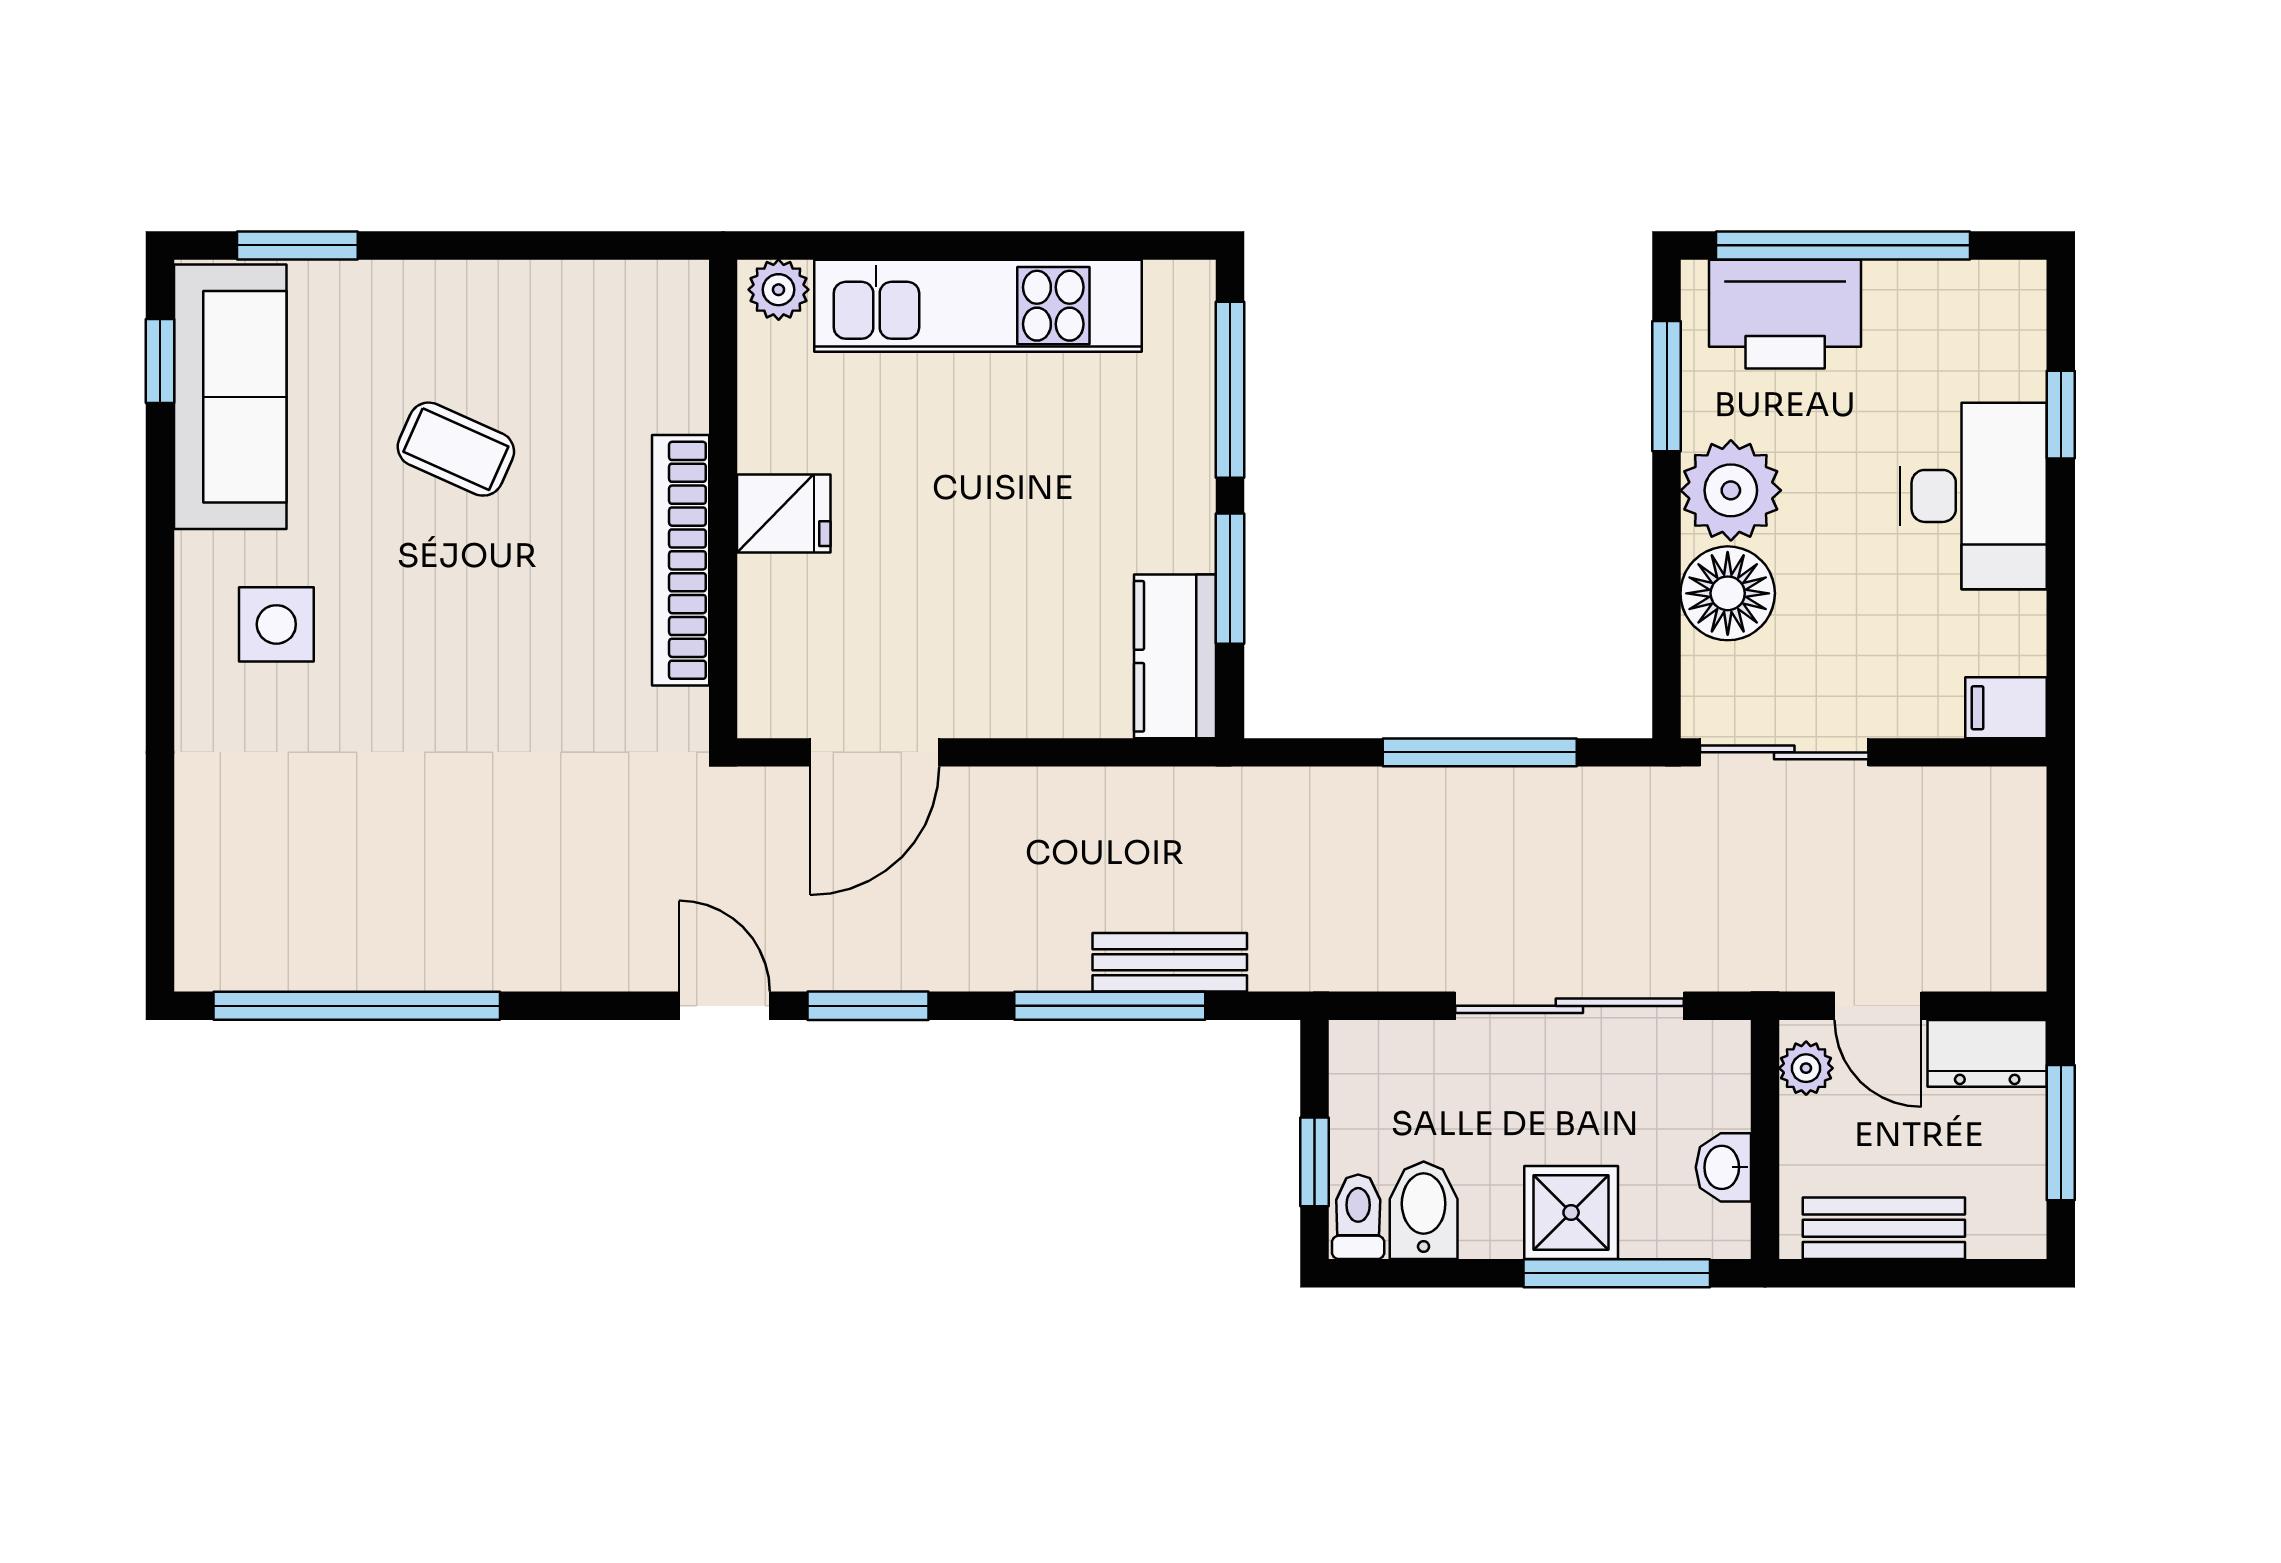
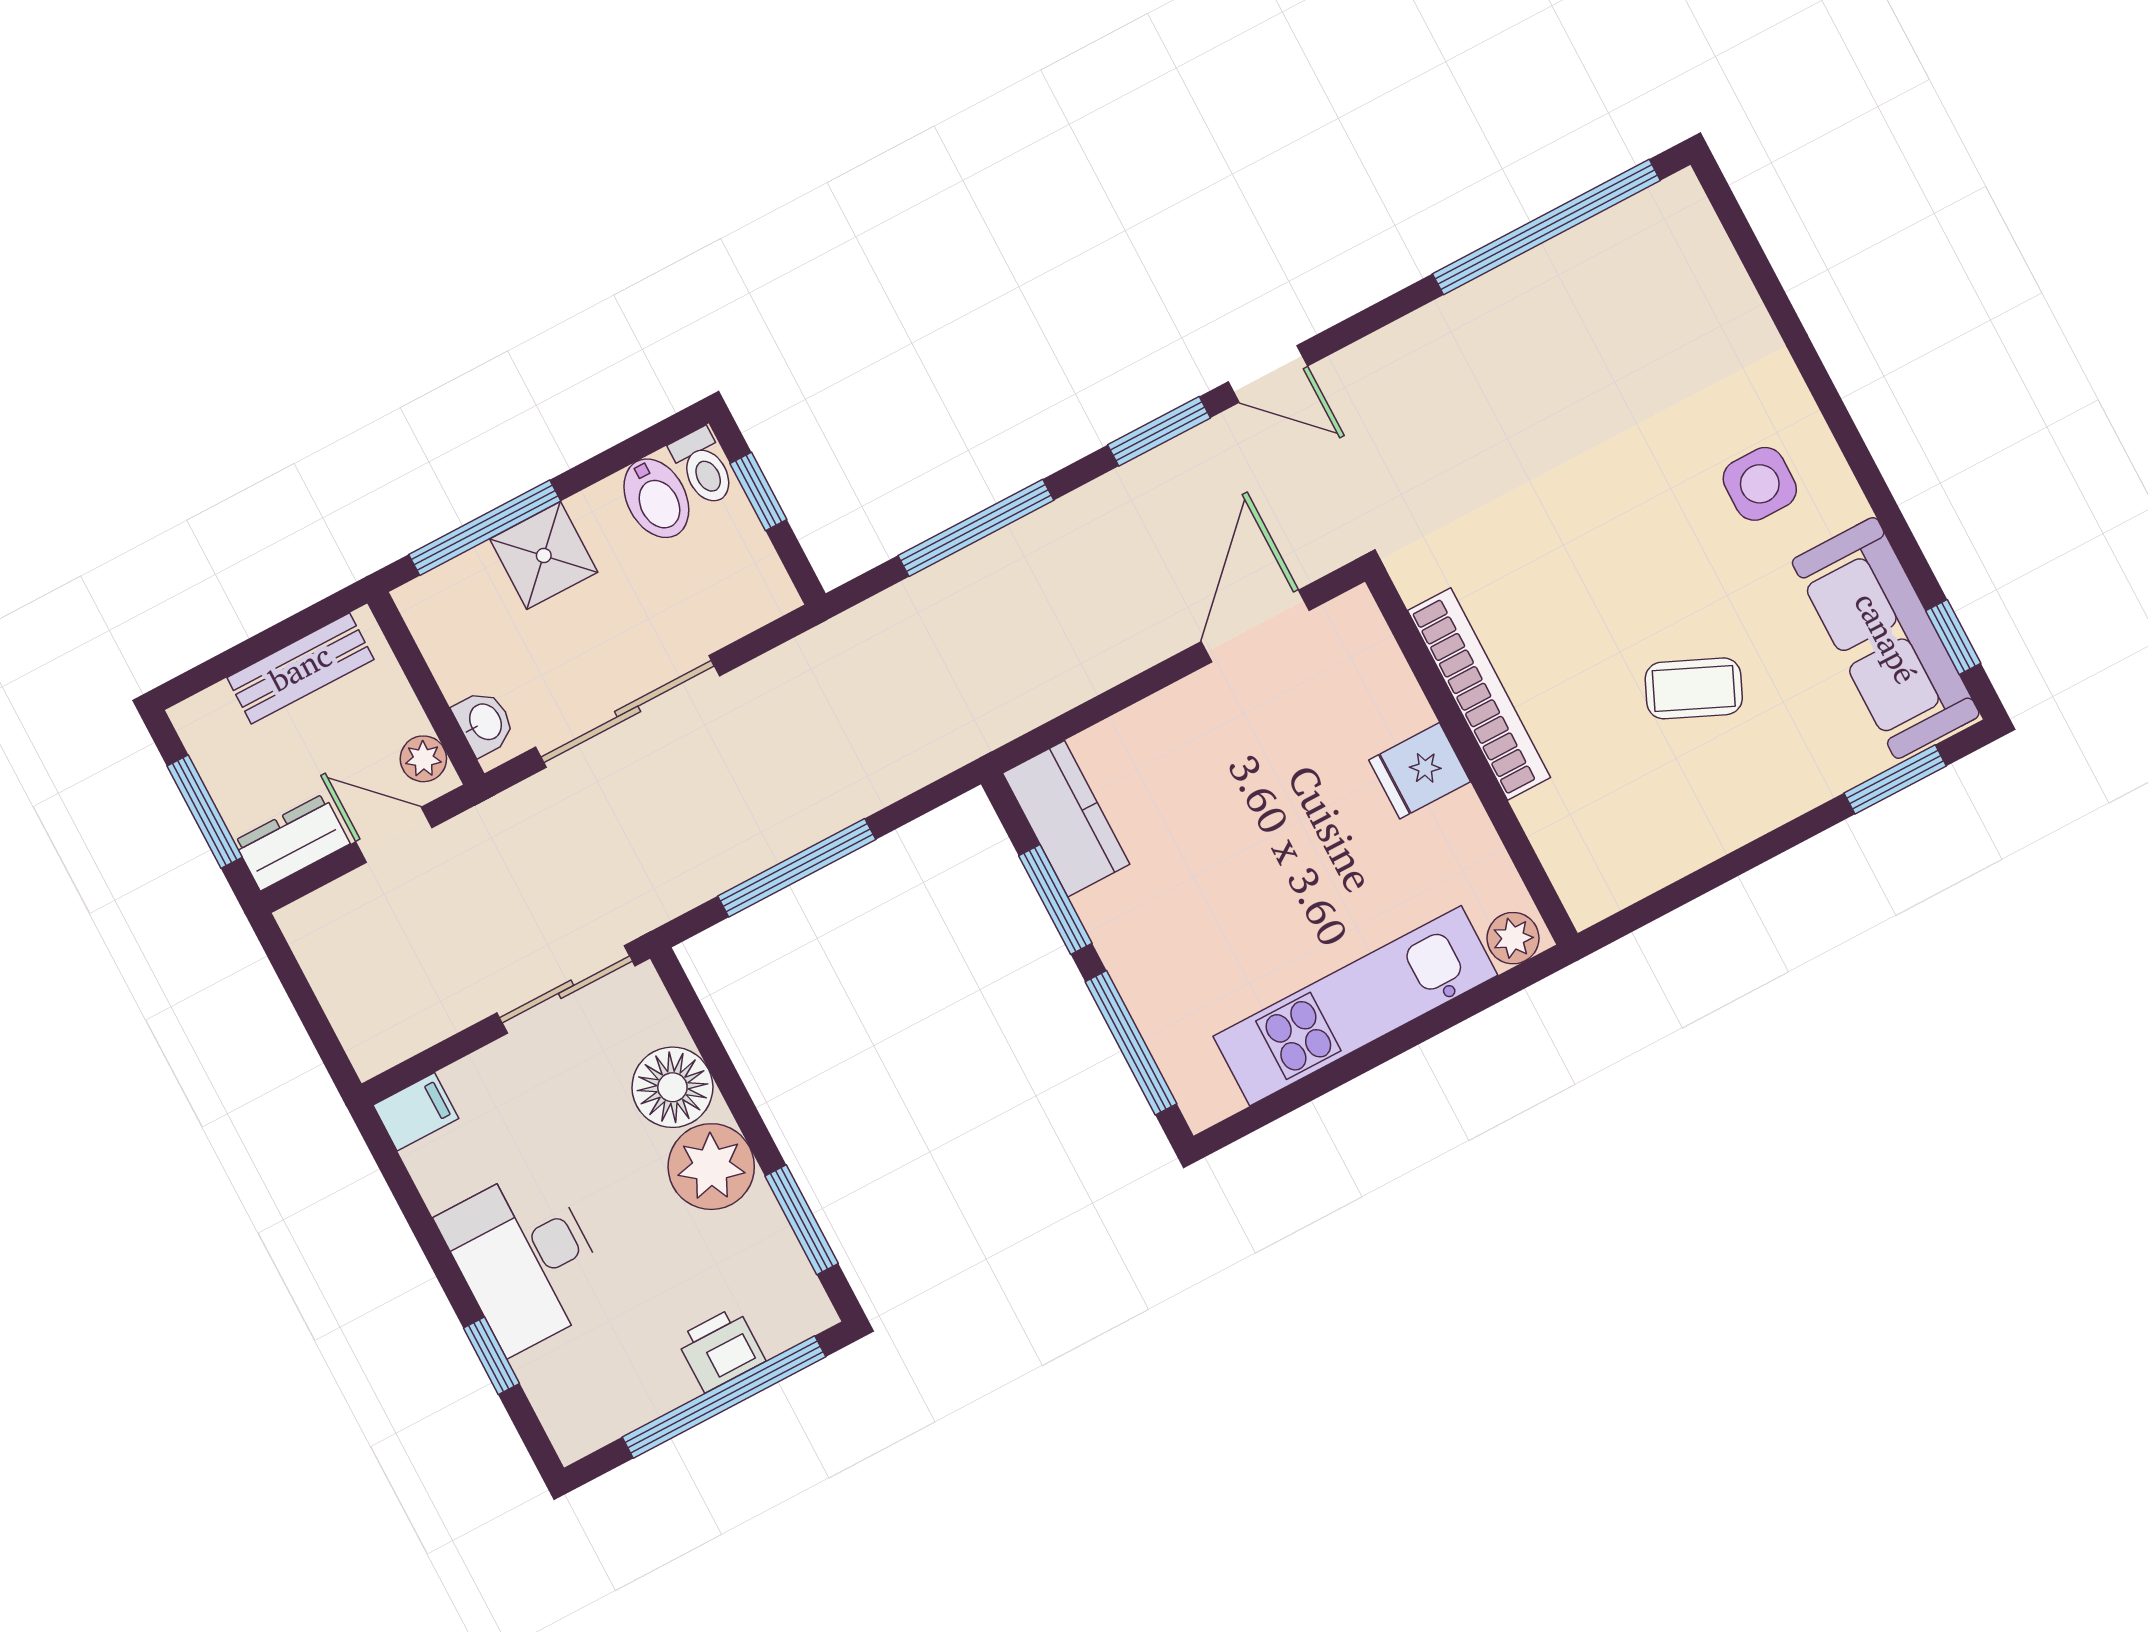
printer: (1785, 314) -> (721, 1349), width x0.53, depth x0.68
bench: (1170, 962) -> (948, 585), removed
washbasin: (1723, 1167) -> (484, 722), moved

